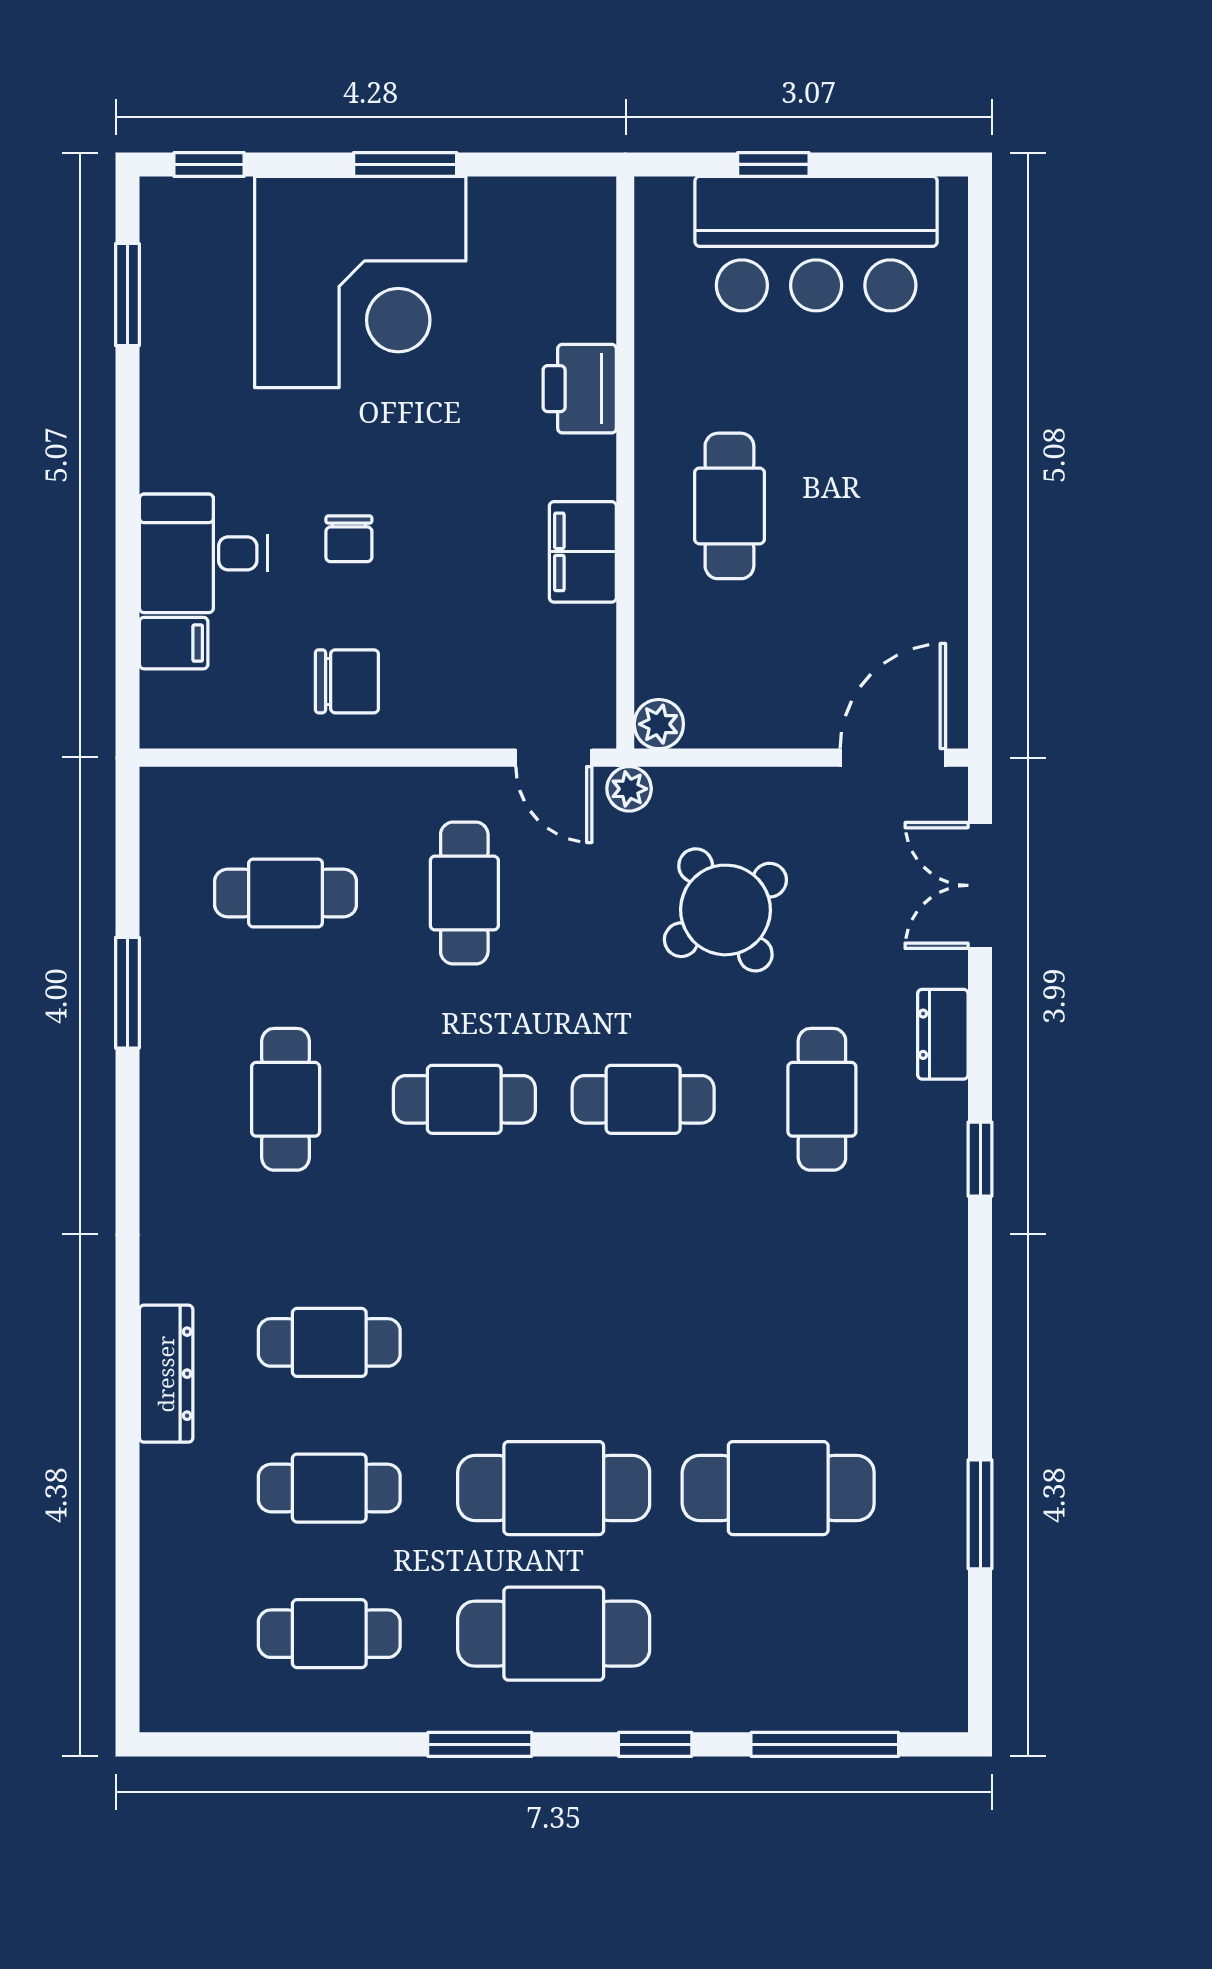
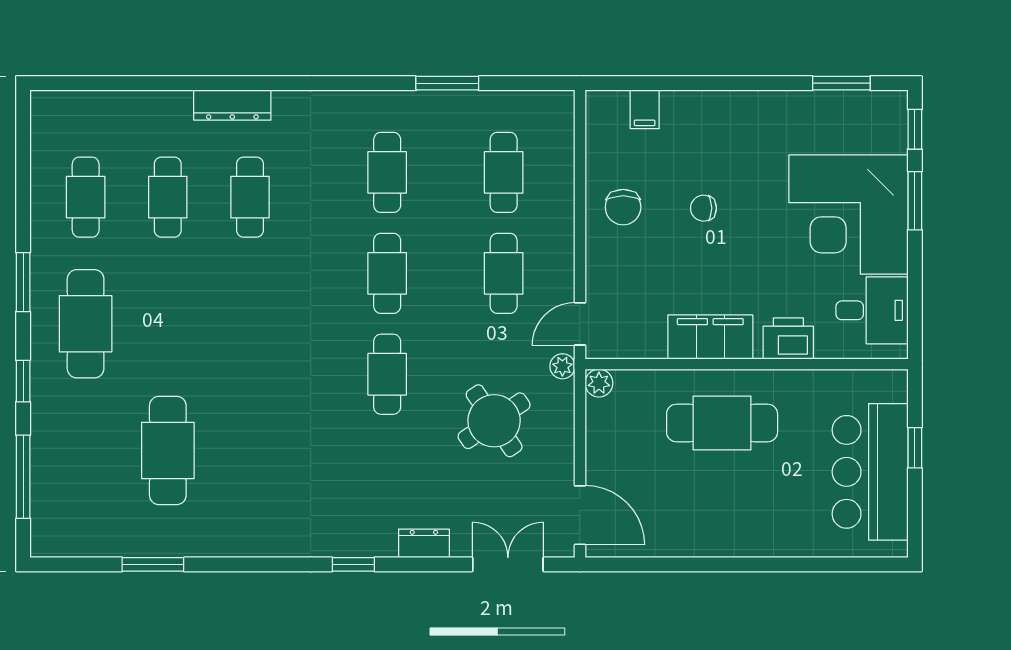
window: (405, 164) -> (915, 201), moved
cafe table: (729, 506) -> (722, 423), width x1.37, depth x1.35
filing cabinet: (583, 552) -> (710, 337), width x1.50, depth x1.17
desk: (203, 553) -> (872, 310), moved, turned 90
cafe table: (464, 893) -> (504, 273), turned 90
cafe table: (286, 1099) -> (387, 172), turned 90
cafe table: (822, 1099) -> (387, 475), removed
cafe table: (554, 1488) -> (168, 324), removed

